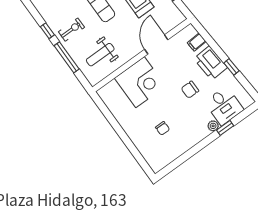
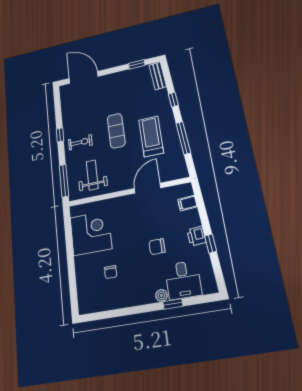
weight bench: (100, 55) -> (92, 175), turned 90
window: (67, 57) -> (64, 181), moved
printer: (211, 63) -> (197, 236), width x0.53, depth x0.68
corner desk: (140, 82) -> (91, 233), moved, turned -90

